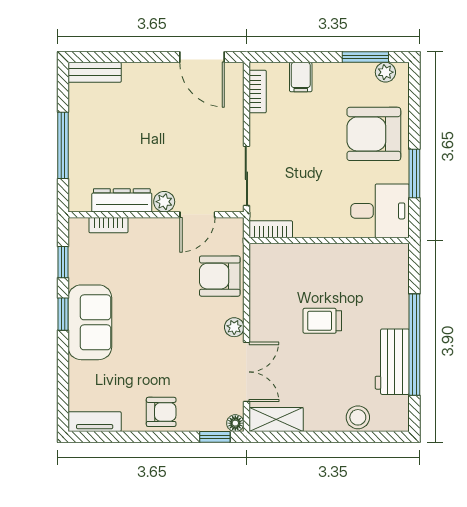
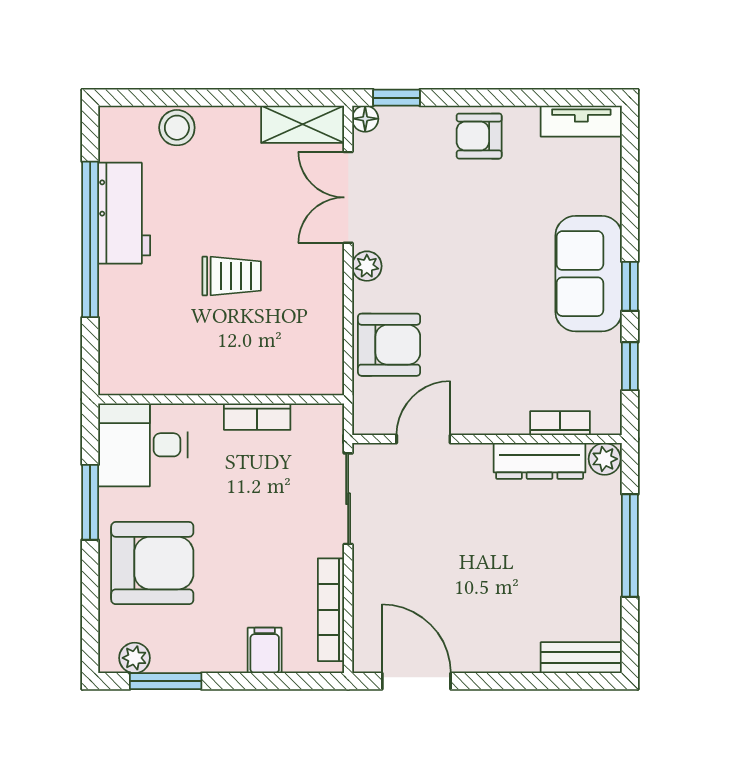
bookcase: (258, 92) -> (331, 610), width x1.56
plant: (164, 202) -> (605, 459), moved
bookcase: (271, 229) -> (257, 417), moved

